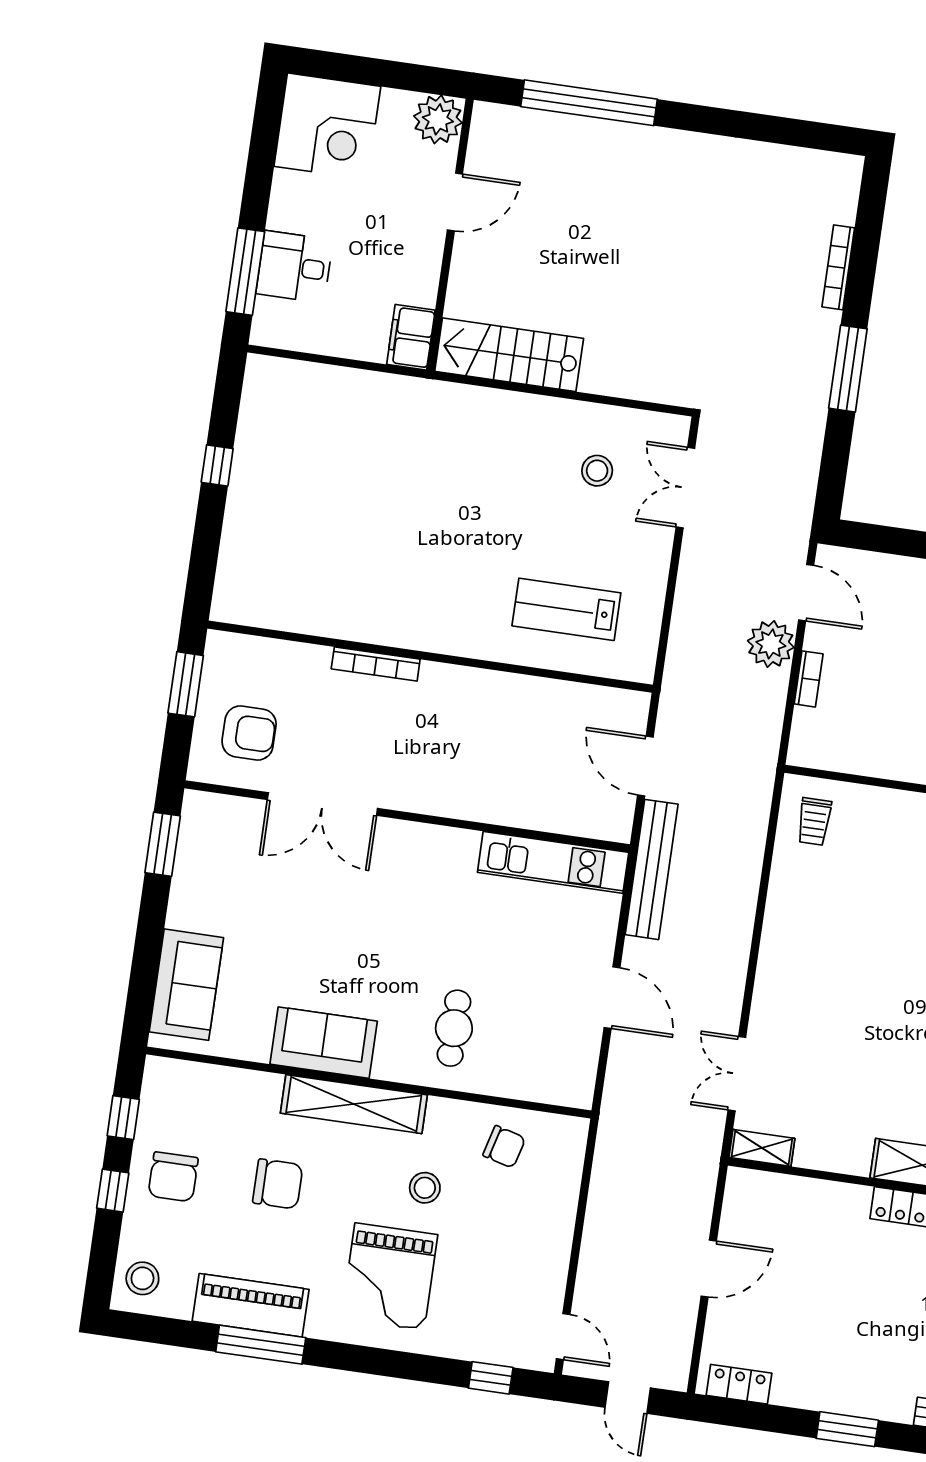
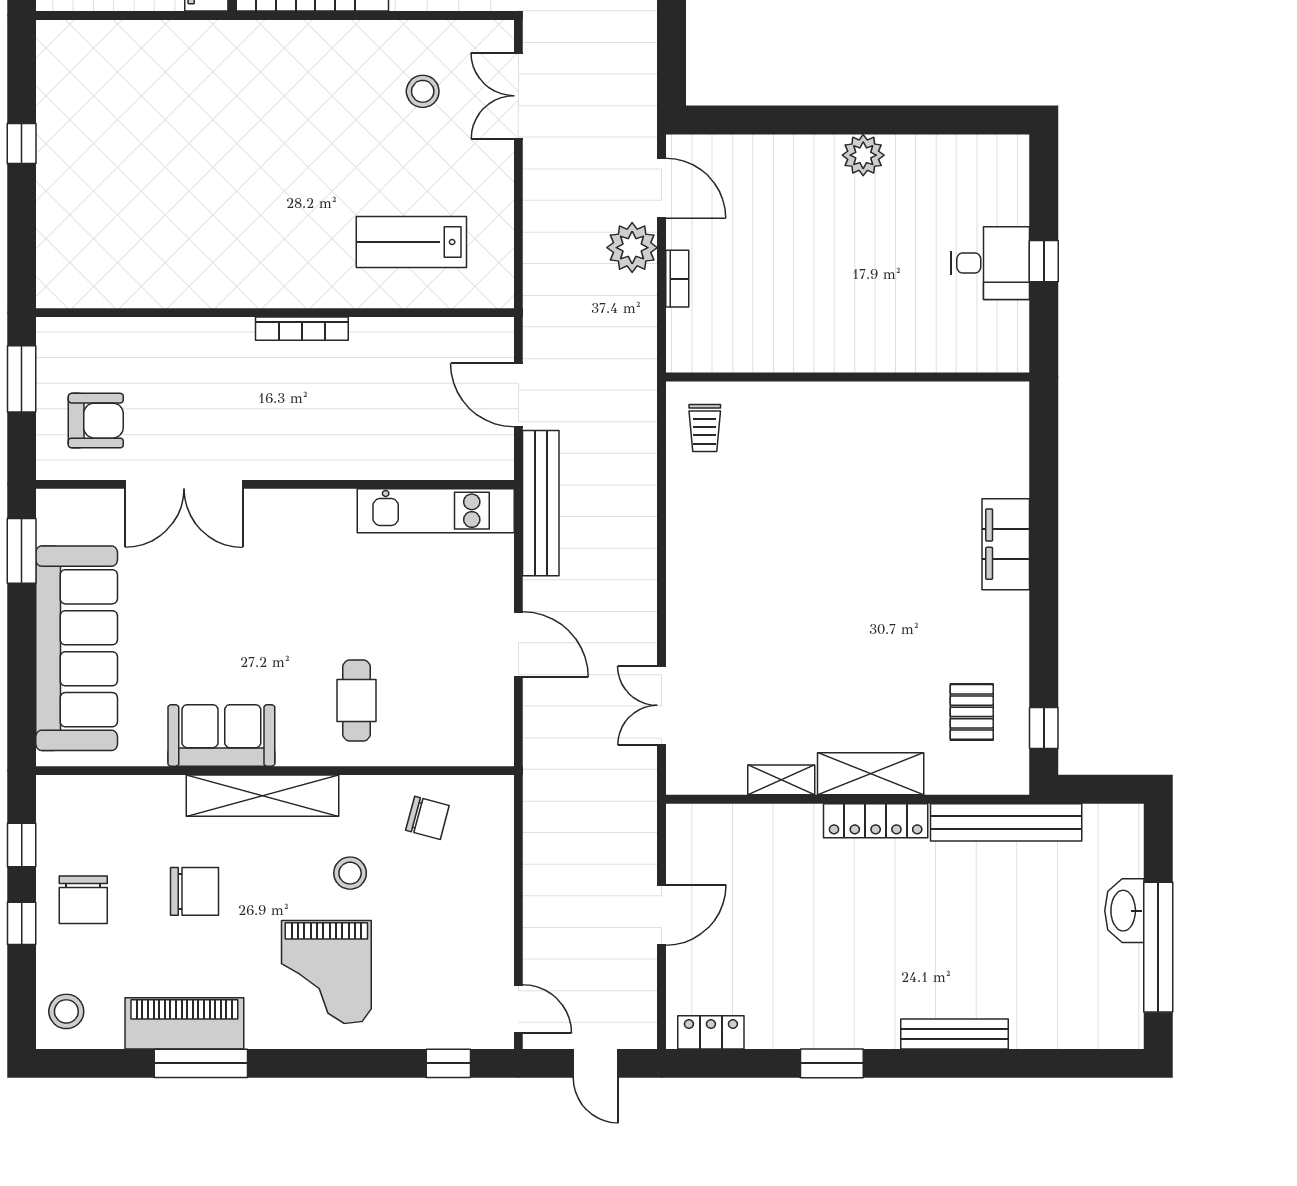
bookcase: (376, 664) -> (302, 329), moved
sofa: (186, 985) -> (77, 648), width x1.85, depth x1.27
shelving: (762, 1148) -> (781, 780), moved

